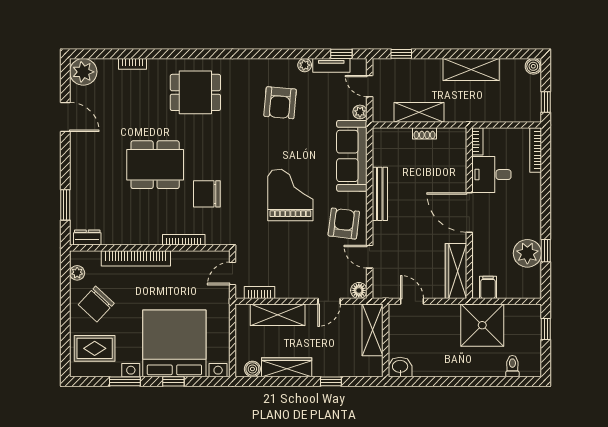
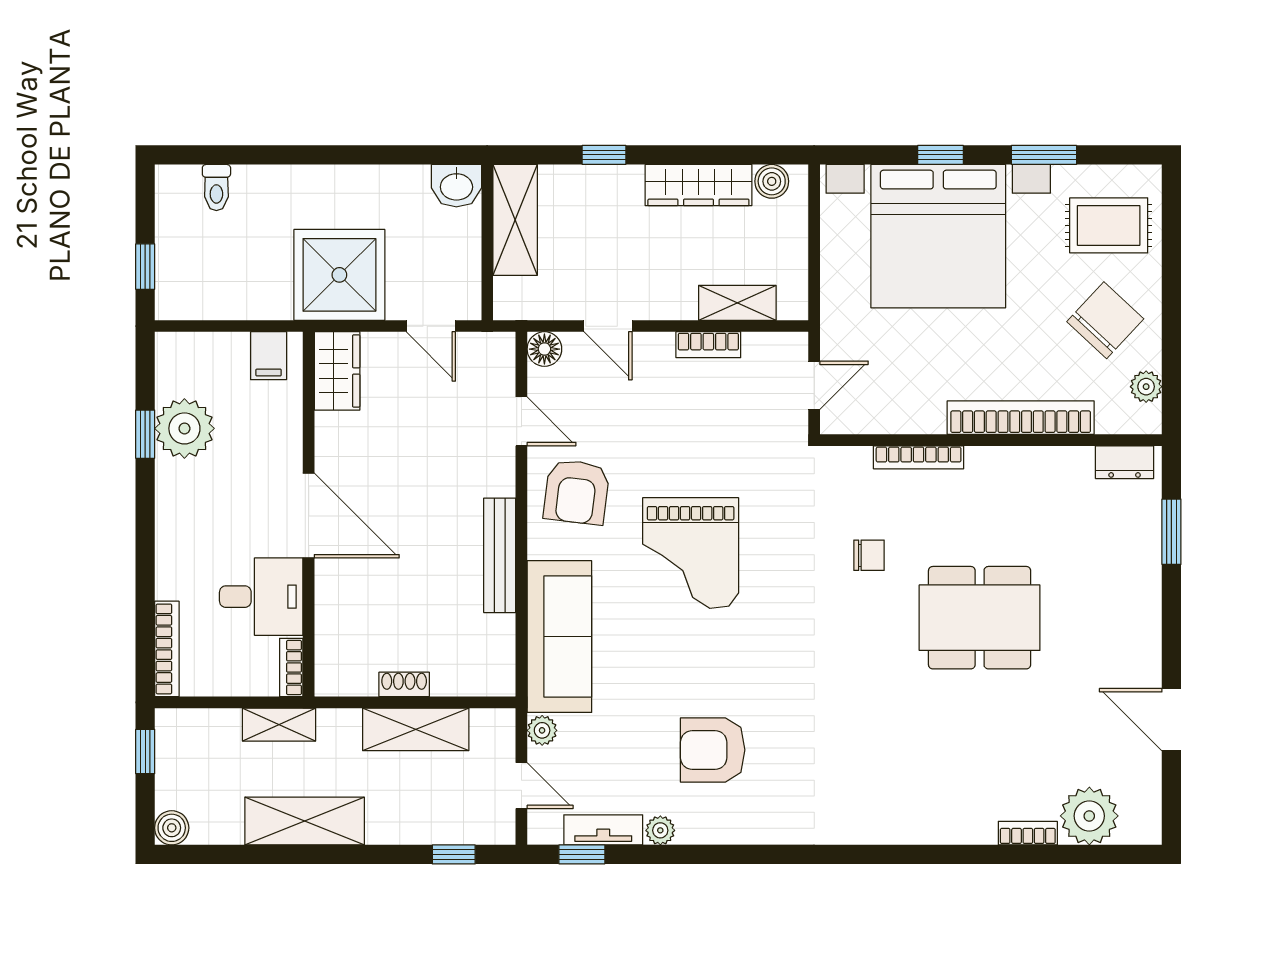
plant: (83, 72) -> (1089, 816), moved
dining table: (195, 92) -> (894, 772), removed
armchair: (280, 103) -> (713, 750), turned -95
shelving: (483, 115) -> (279, 725), added
chair: (207, 194) -> (869, 555), width x0.54, depth x0.54
wardrobe: (456, 271) -> (337, 371), width x0.67
bookcase: (260, 293) -> (708, 345), moved
door: (329, 301) -> (608, 326), swing flipped
shelving: (278, 315) -> (737, 303), width x0.67, depth x0.75
shower: (482, 325) -> (339, 275), moved
shelving: (373, 330) -> (515, 220), moved

